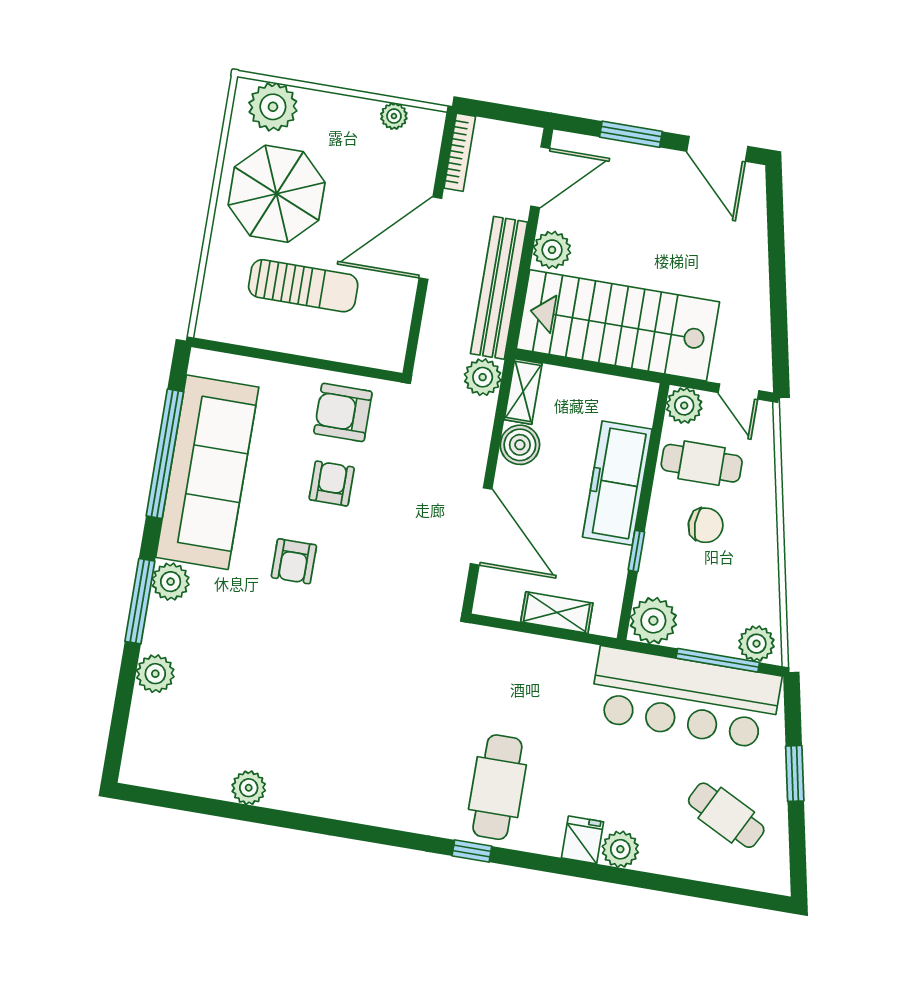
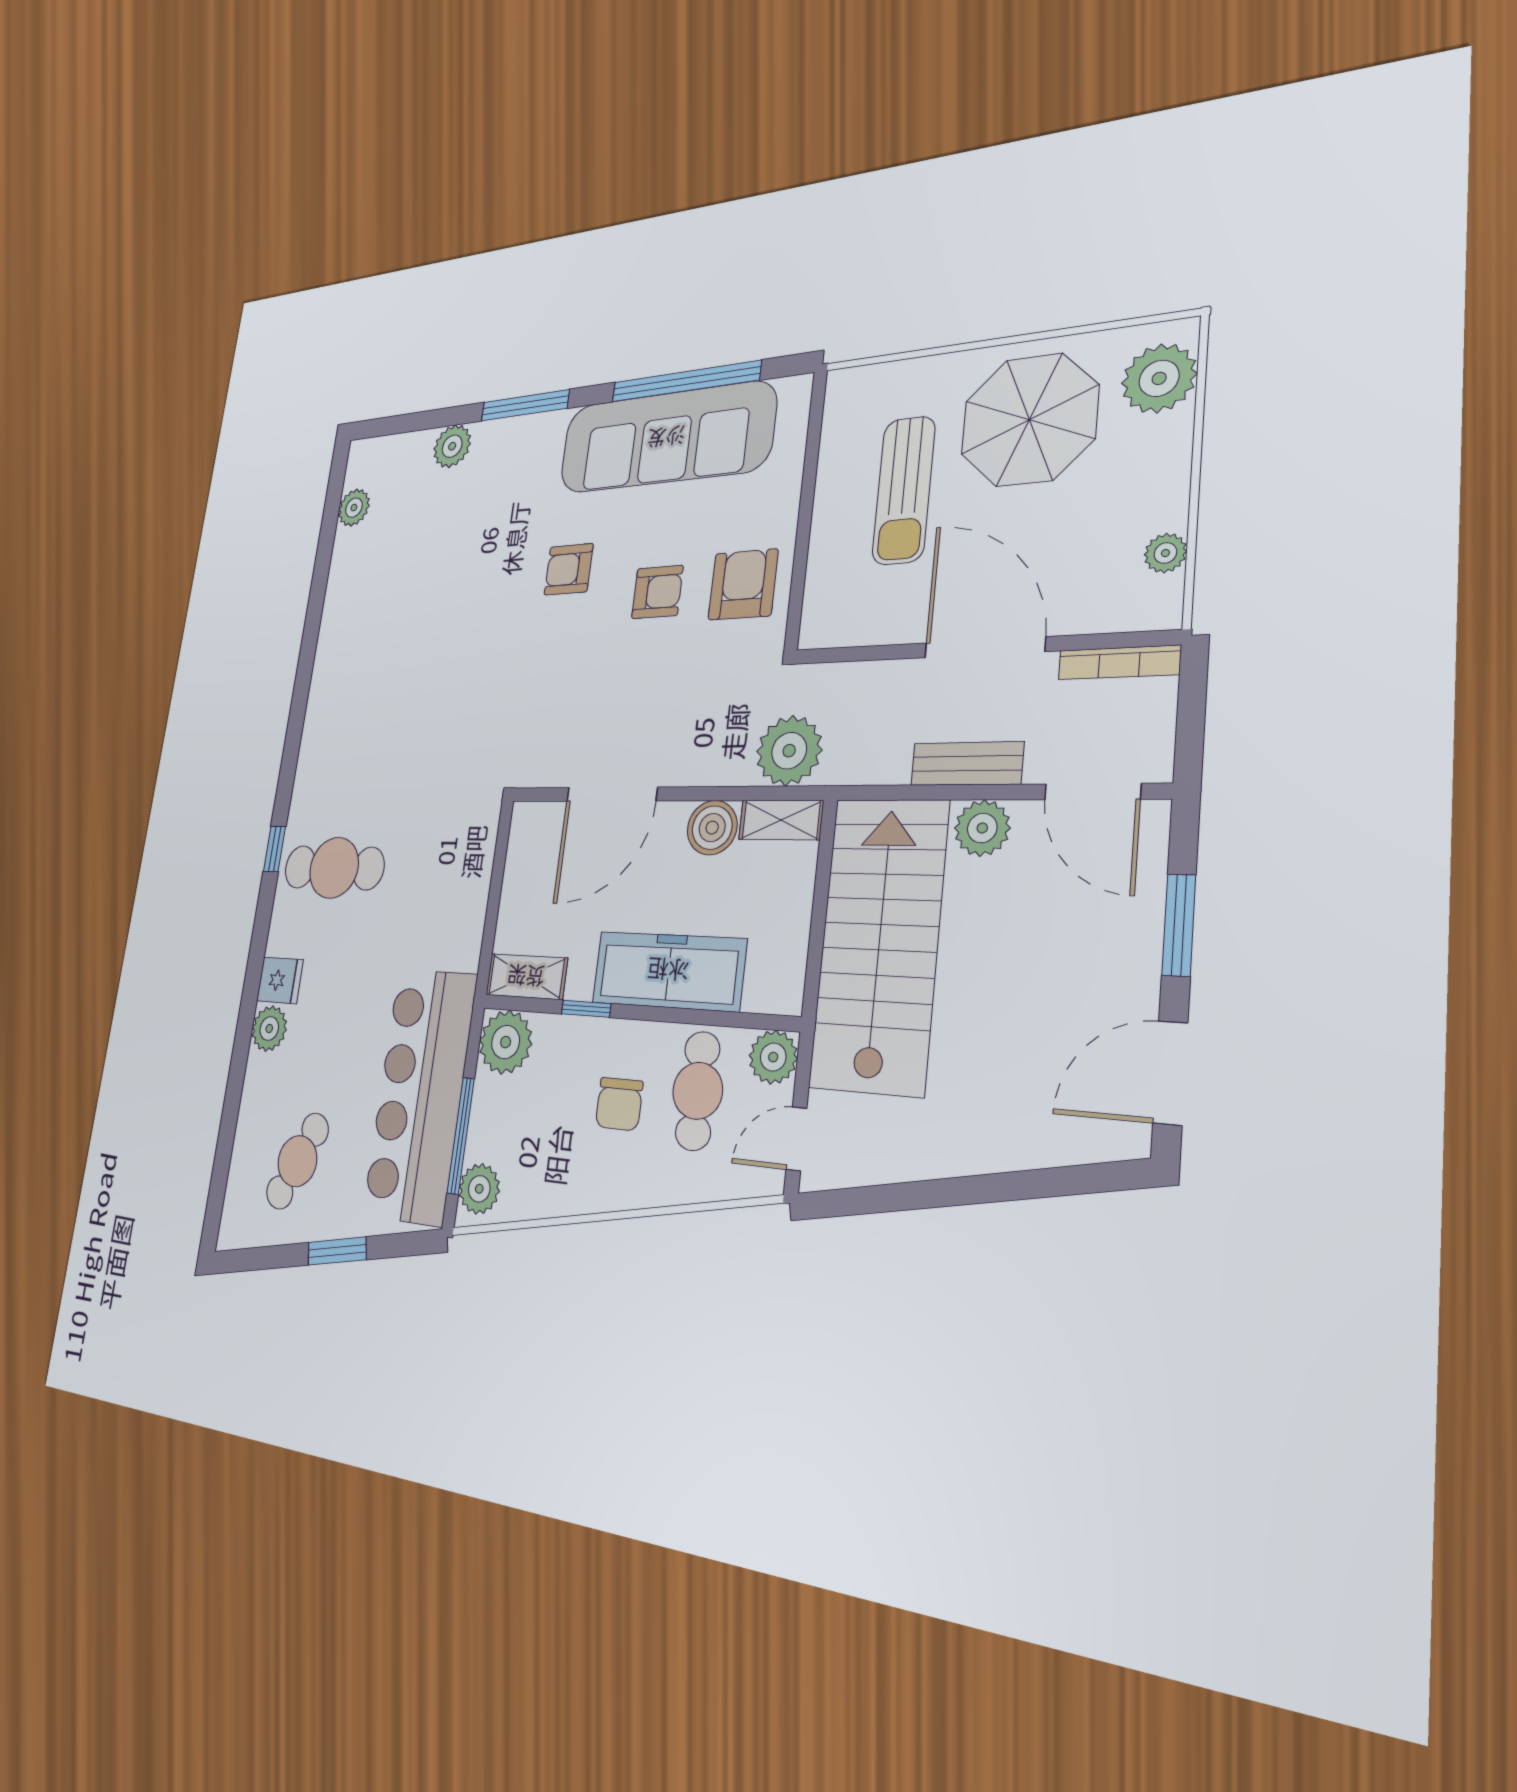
bench: (499, 288) -> (967, 764), width x0.54, depth x0.82
plant: (483, 377) -> (789, 751), width x1.36, depth x1.36
plant: (171, 582) -> (545, 433), removed
shelving: (557, 613) -> (526, 977), moved, turned 90
plant: (249, 788) -> (354, 508), moved

